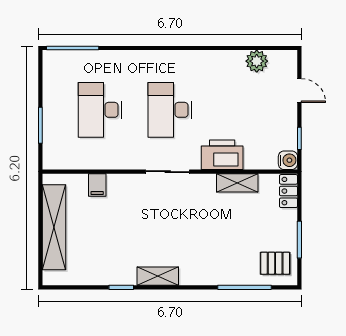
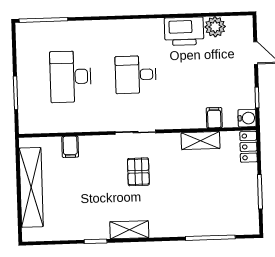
desk: (170, 110) -> (136, 75), width x0.73
printer: (222, 155) -> (184, 31), moved, turned 180
filing cabinet: (253, 159) -> (214, 118), added
pallet: (275, 263) -> (138, 172), moved, turned 90

